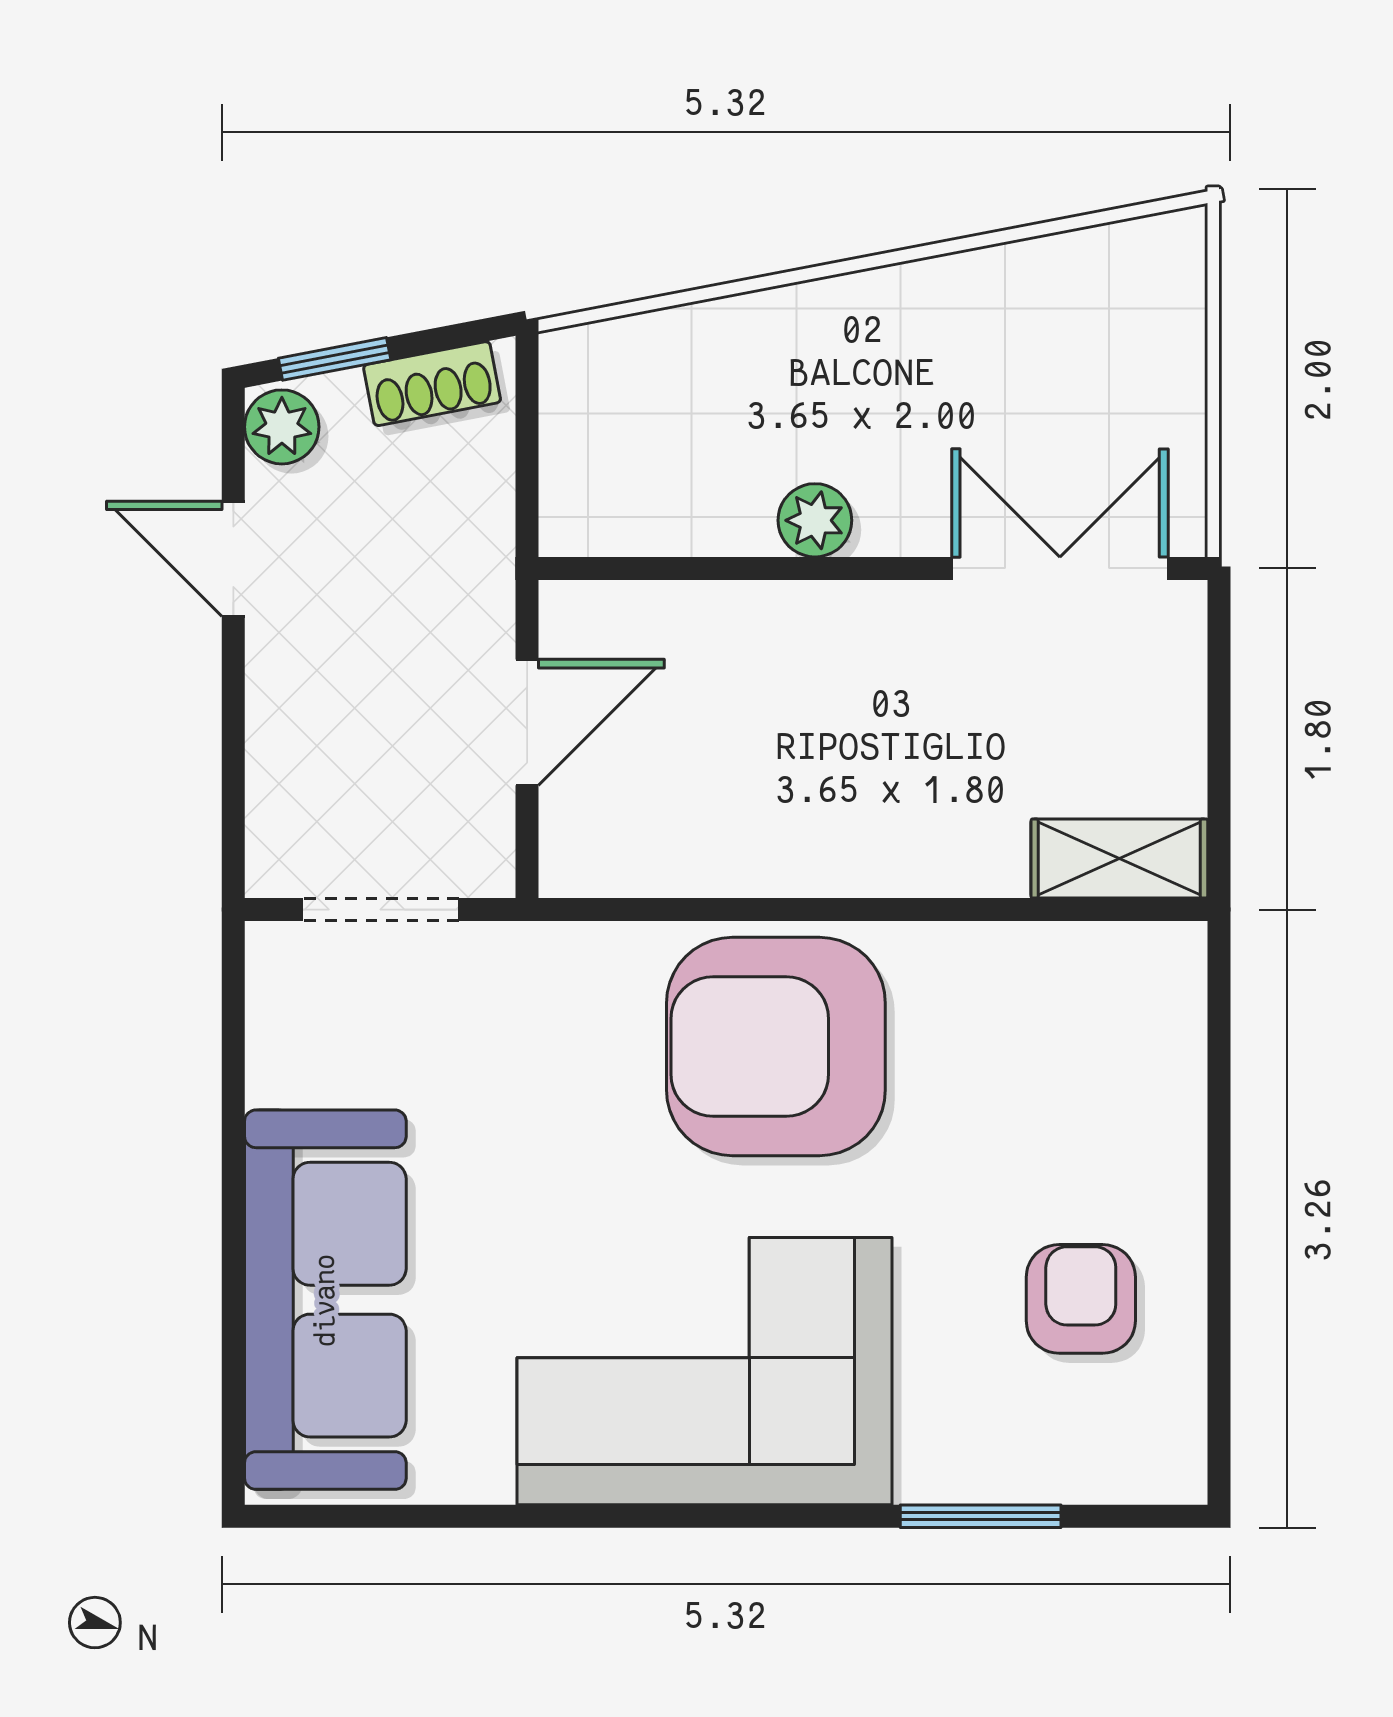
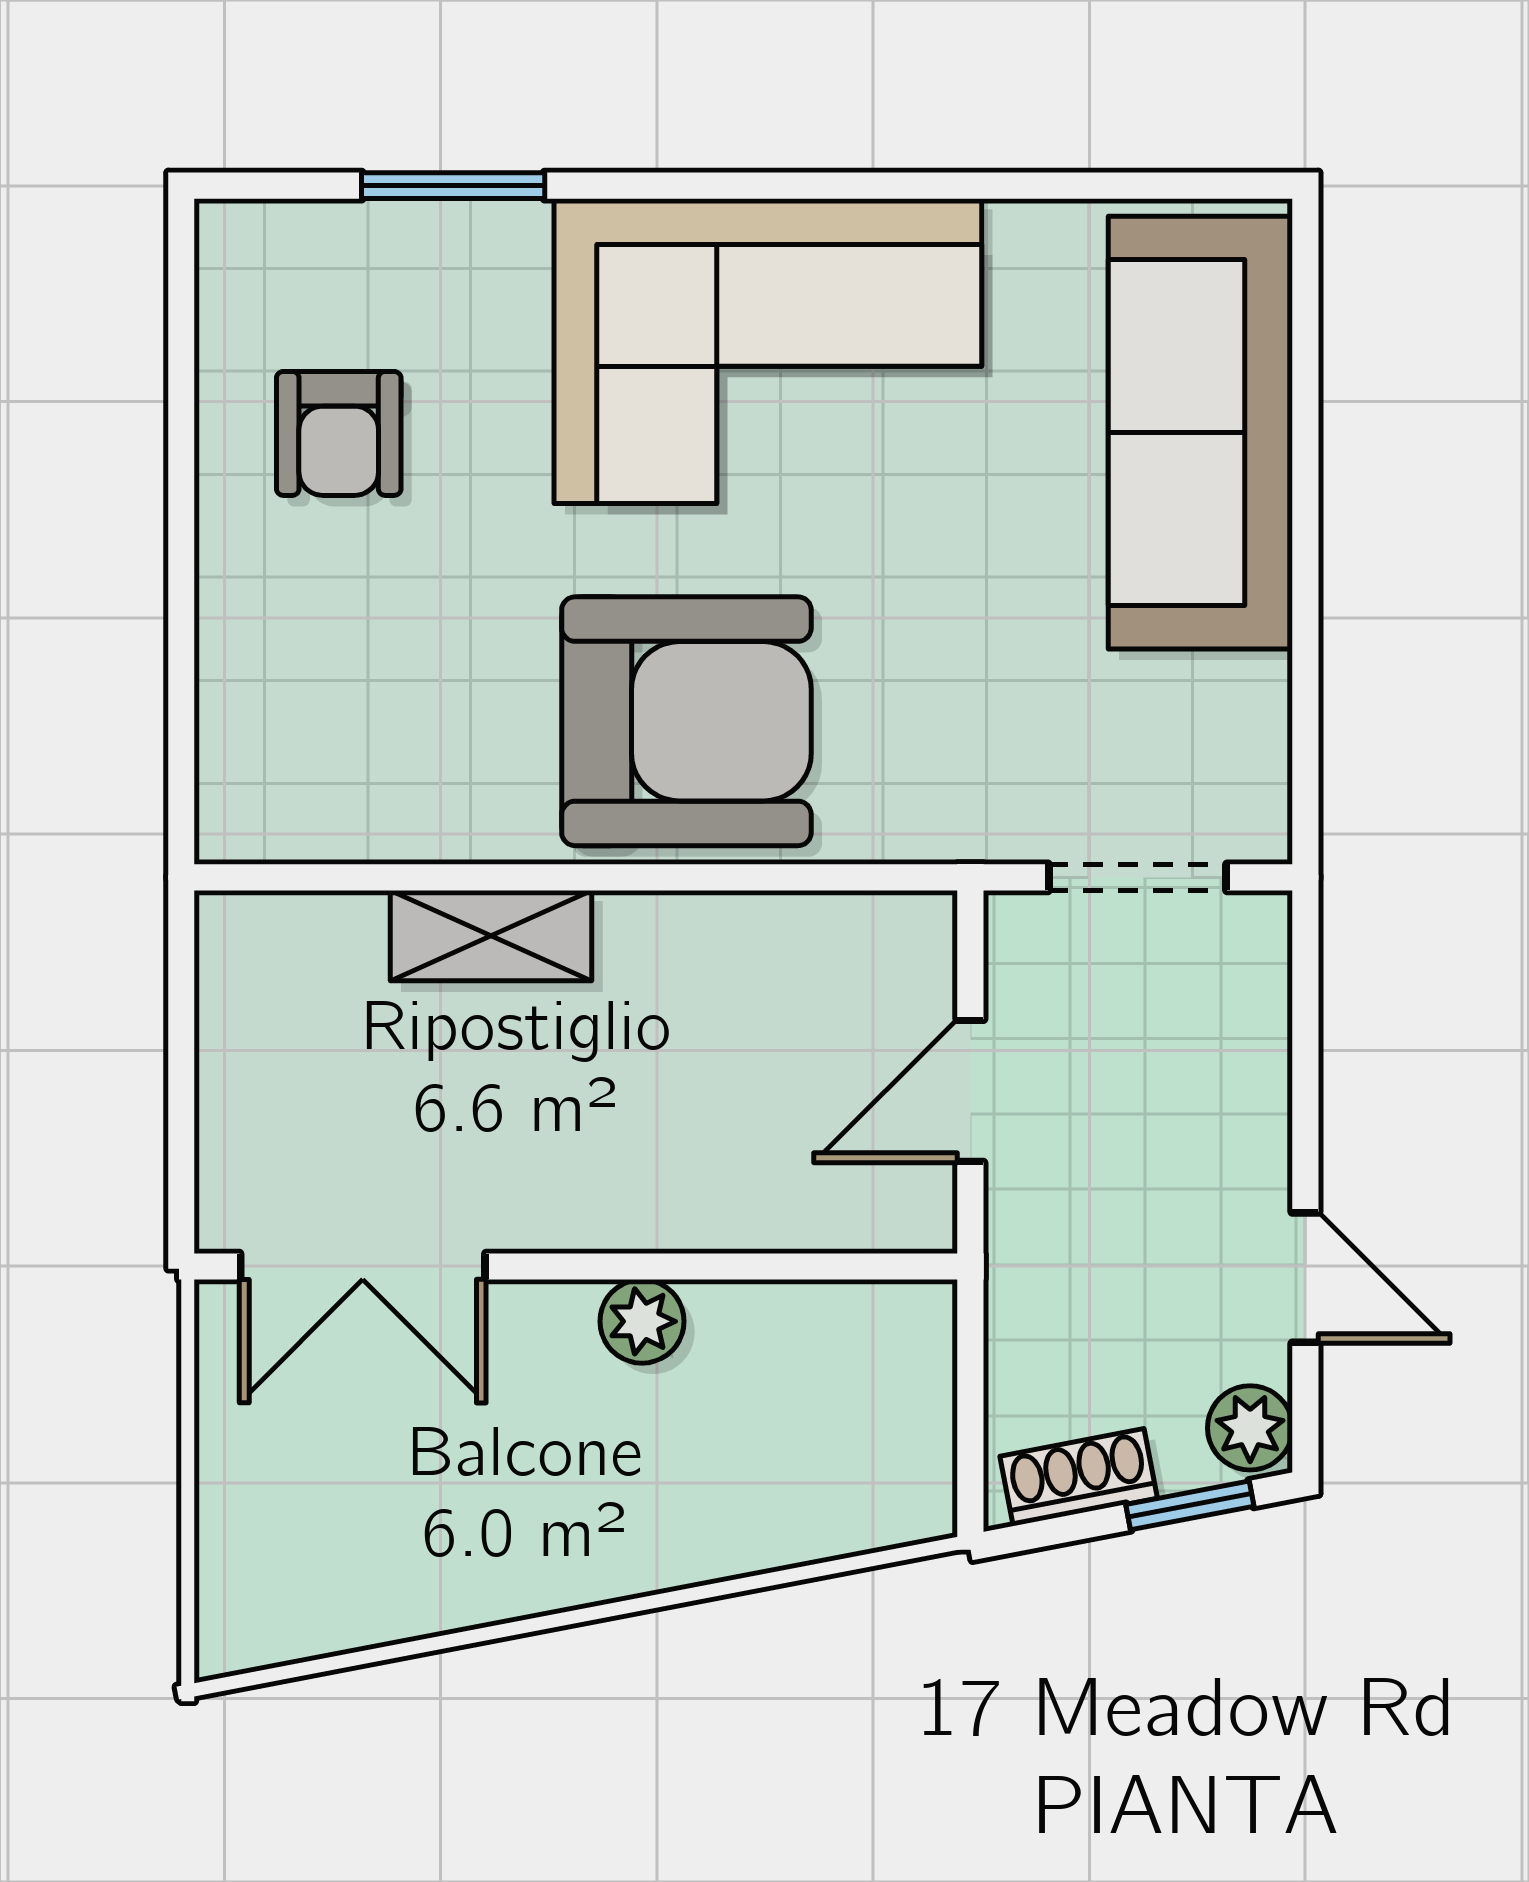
shelving: (1119, 859) -> (491, 936), moved

